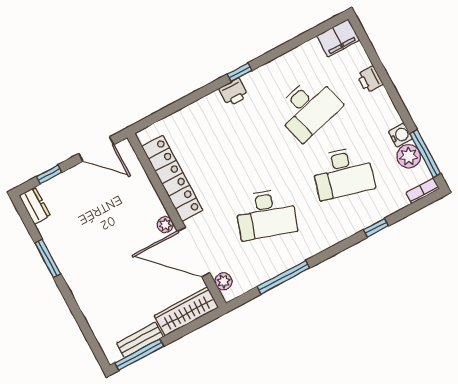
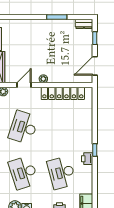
printer: (234, 92) -> (87, 159), moved
desk: (343, 173) -> (23, 173), turned -33
door: (194, 252) -> (24, 85), width x0.53

